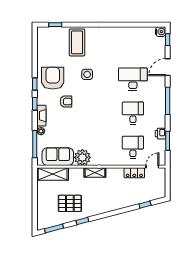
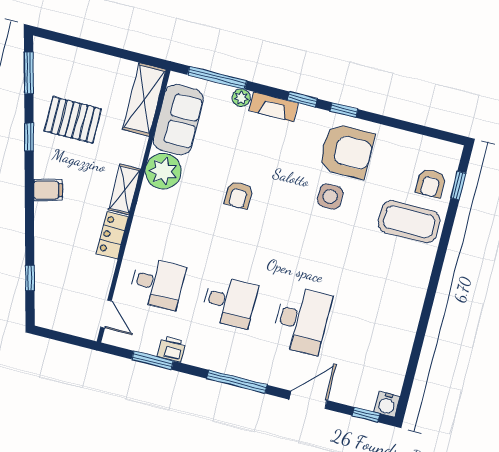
armchair: (57, 37) -> (431, 183), added
door: (168, 67) -> (308, 400), hinge flipped
side table: (87, 74) -> (330, 197), moved
armchair: (66, 102) -> (239, 195), moved
locker: (134, 173) -> (112, 235), moved
pallet: (70, 203) -> (73, 120), turned 90
filing cabinet: (104, 206) -> (48, 190), added

